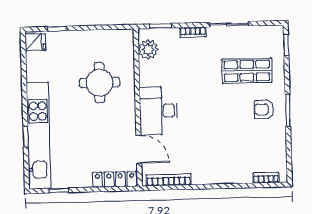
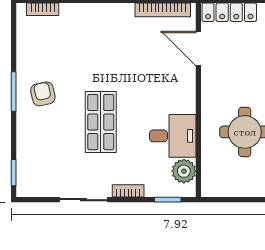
shop shelf: (247, 71) -> (101, 122), moved, turned 90
armchair: (264, 109) -> (43, 94), turned -102
desk: (159, 111) -> (173, 136), moved, width x0.73

